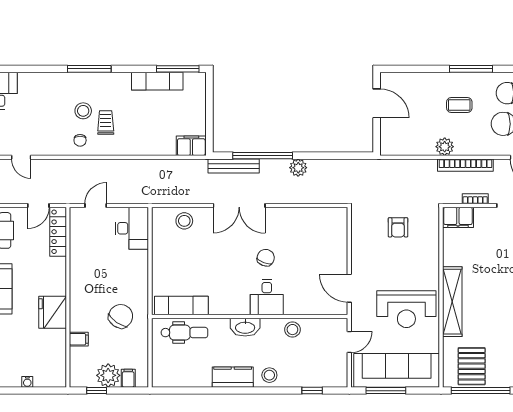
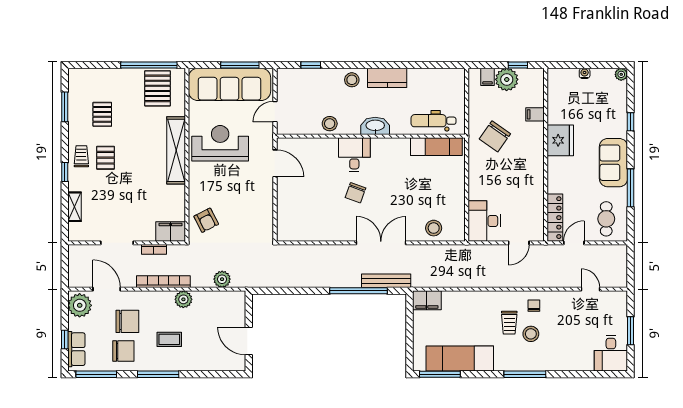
exam couch: (157, 81) -> (460, 359), width x1.36, depth x1.45
plant: (298, 168) -> (222, 279), moved
armchair: (398, 227) -> (206, 220), moved, turned 153

